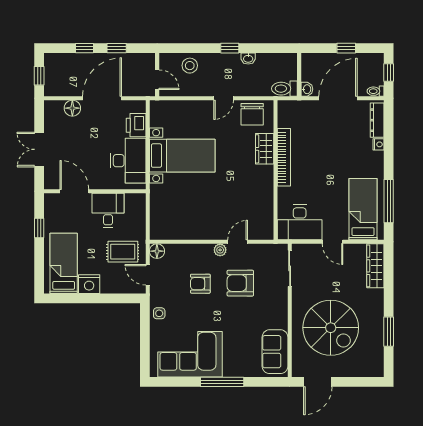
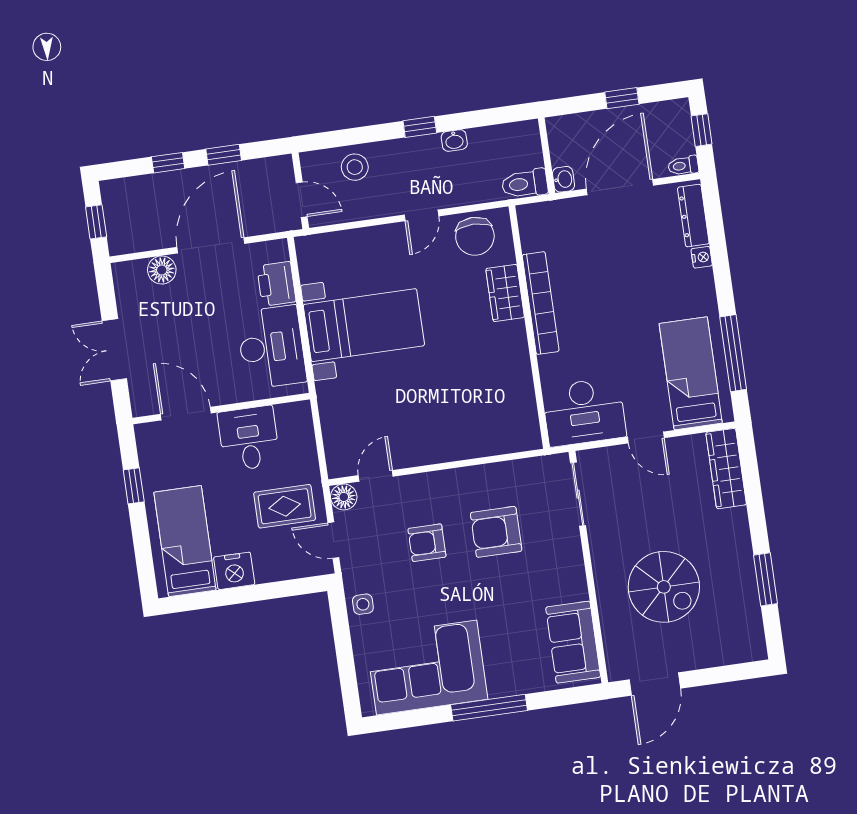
door: (238, 242) -> (376, 476), moved
plant: (220, 250) -> (453, 479), removed
spiral stairs: (331, 328) -> (664, 587), width x0.73, depth x0.73

